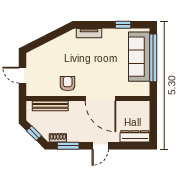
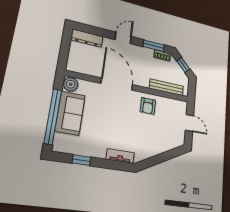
sofa: (139, 57) -> (70, 113), width x0.73
plant: (143, 89) -> (71, 84), added

